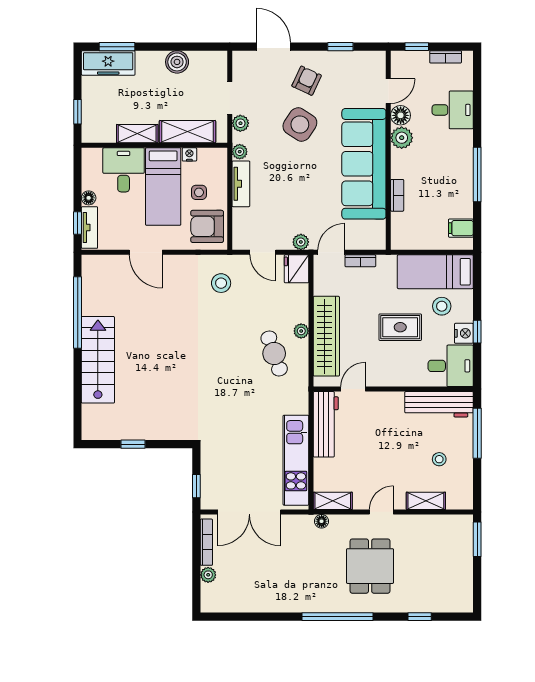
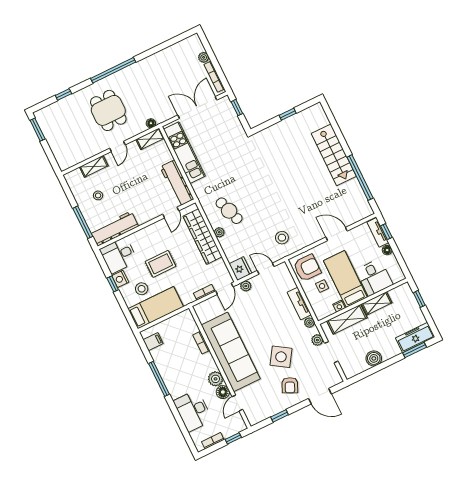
desk: (453, 110) -> (193, 411), width x1.37
window: (477, 539) -> (38, 130), moved

